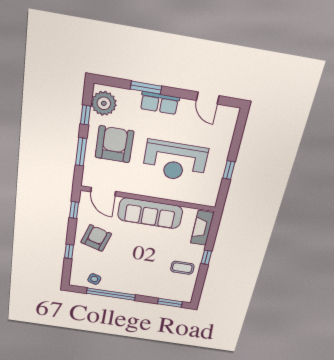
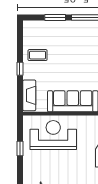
reception desk: (175, 161) -> (53, 135), moved
window: (170, 303) -> (55, 18), moved

